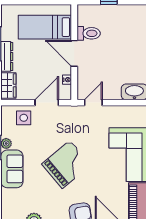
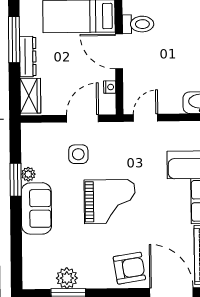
side table: (24, 118) -> (78, 154), moved
grand piano: (66, 164) -> (110, 202), turned 40

